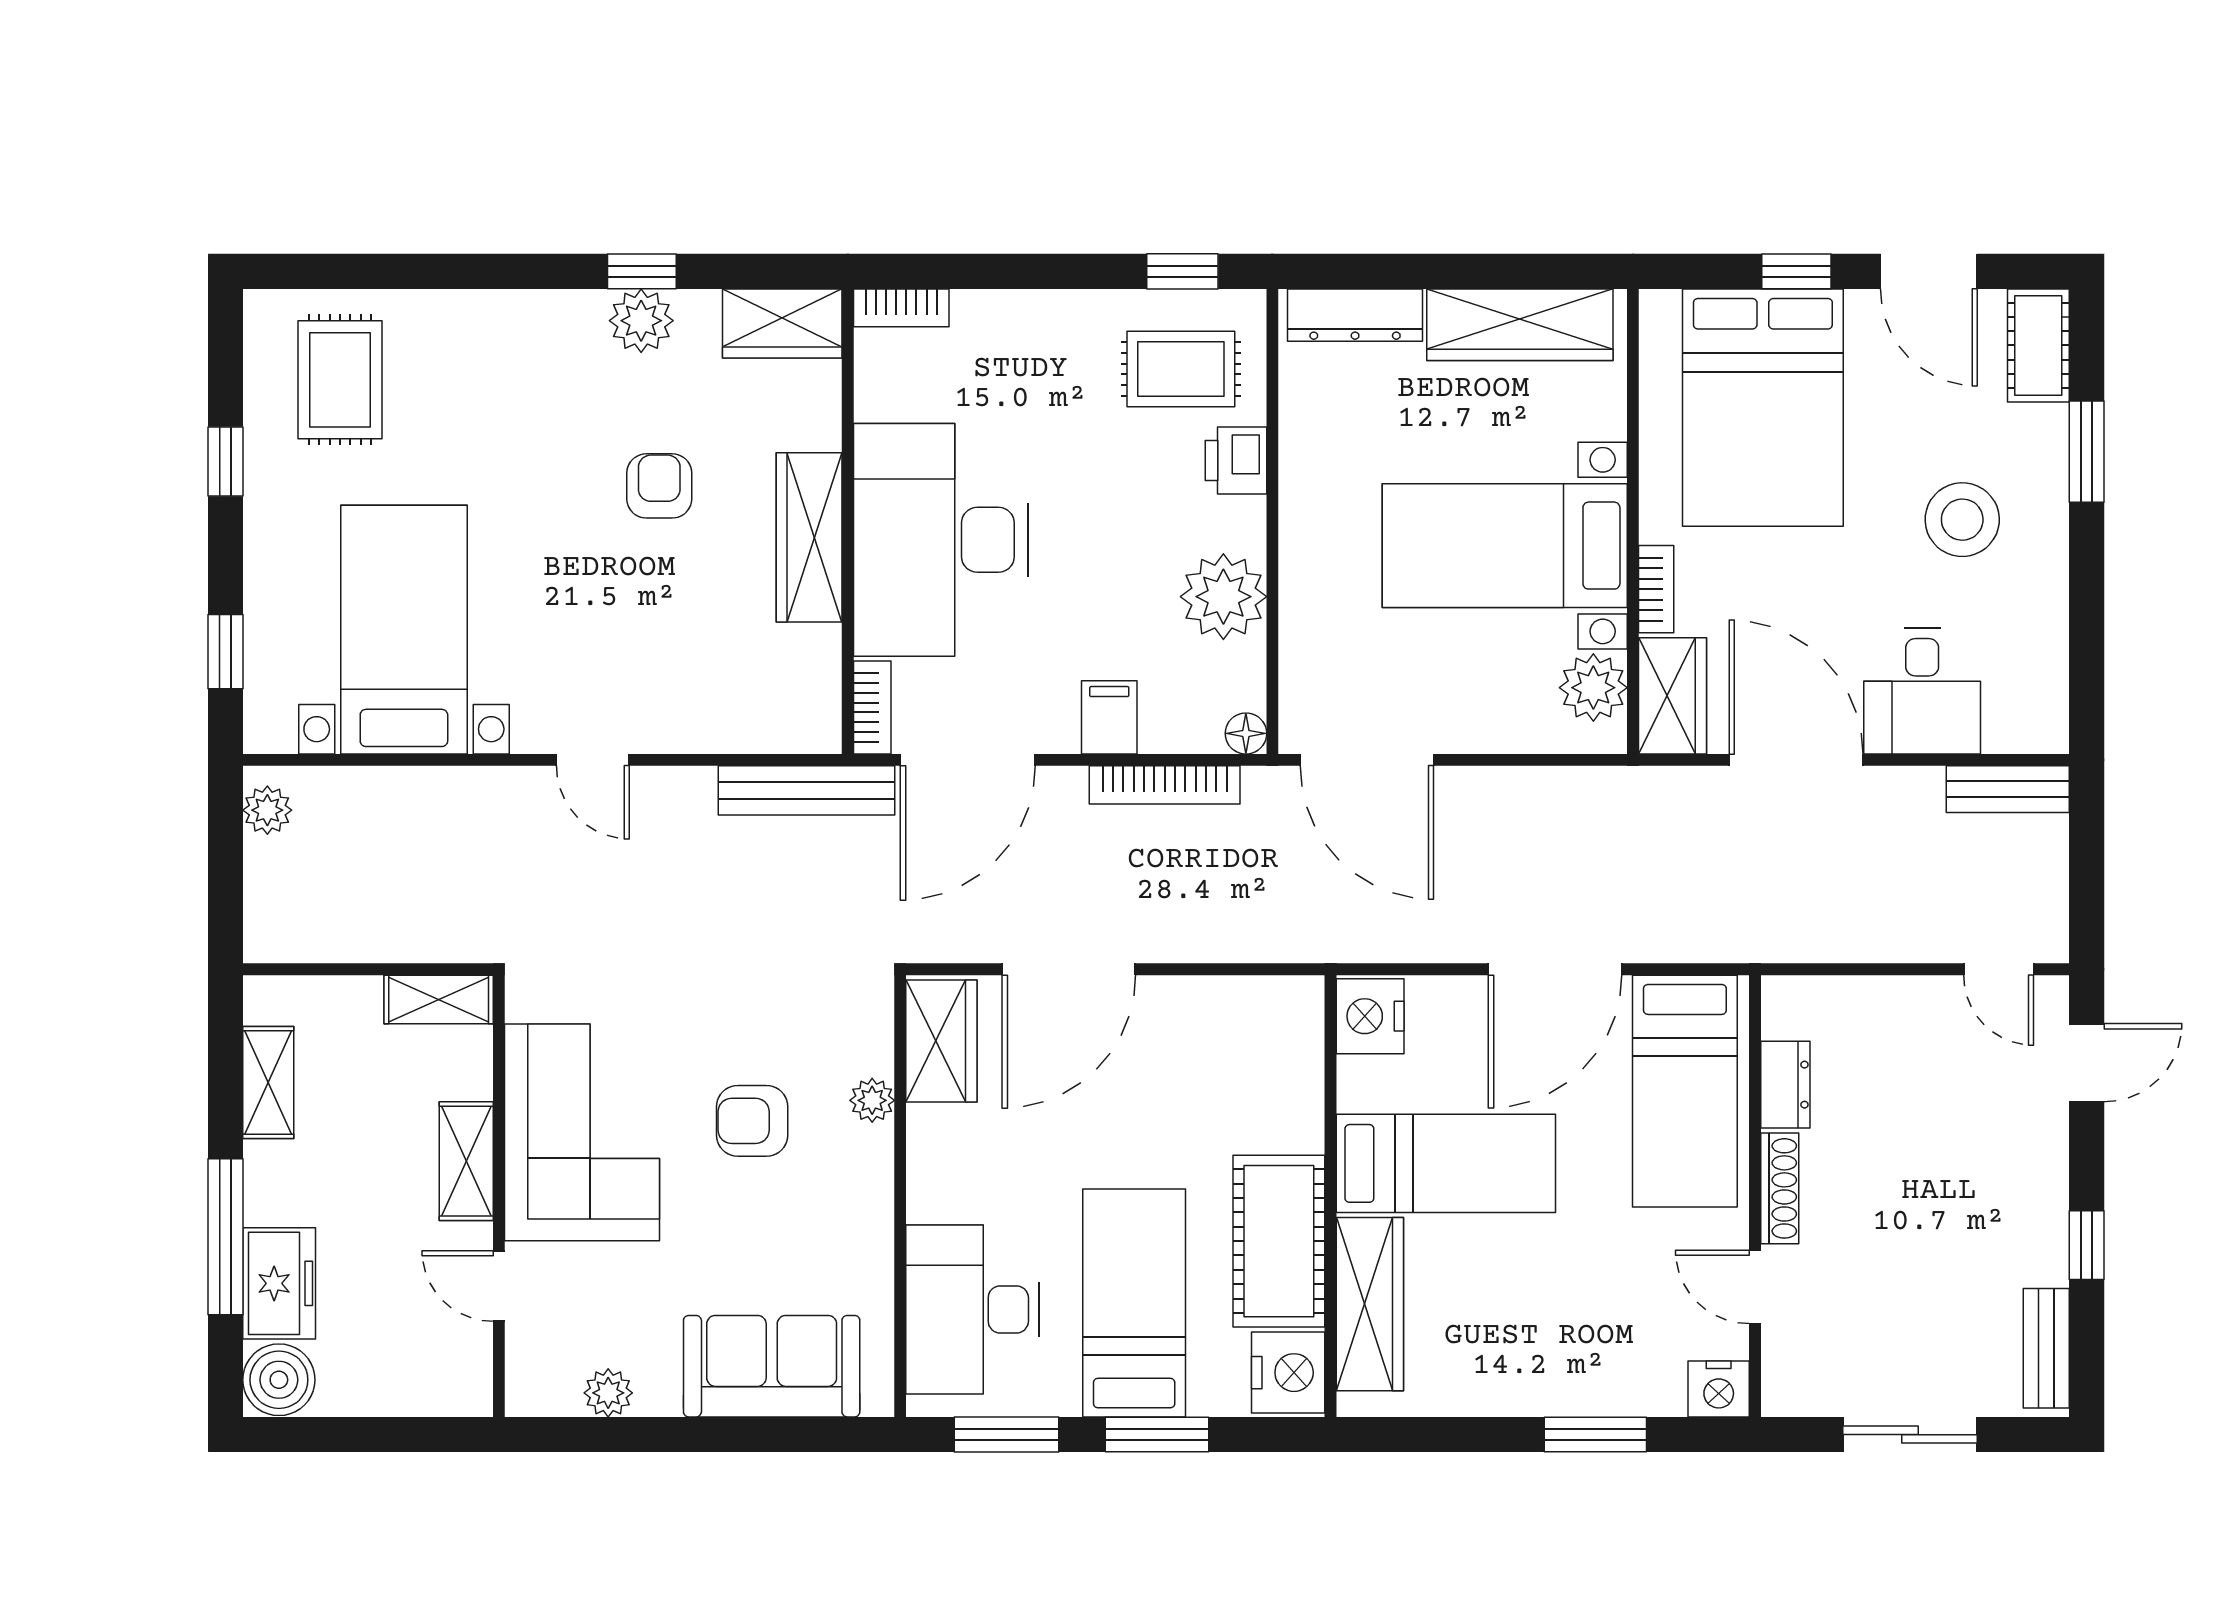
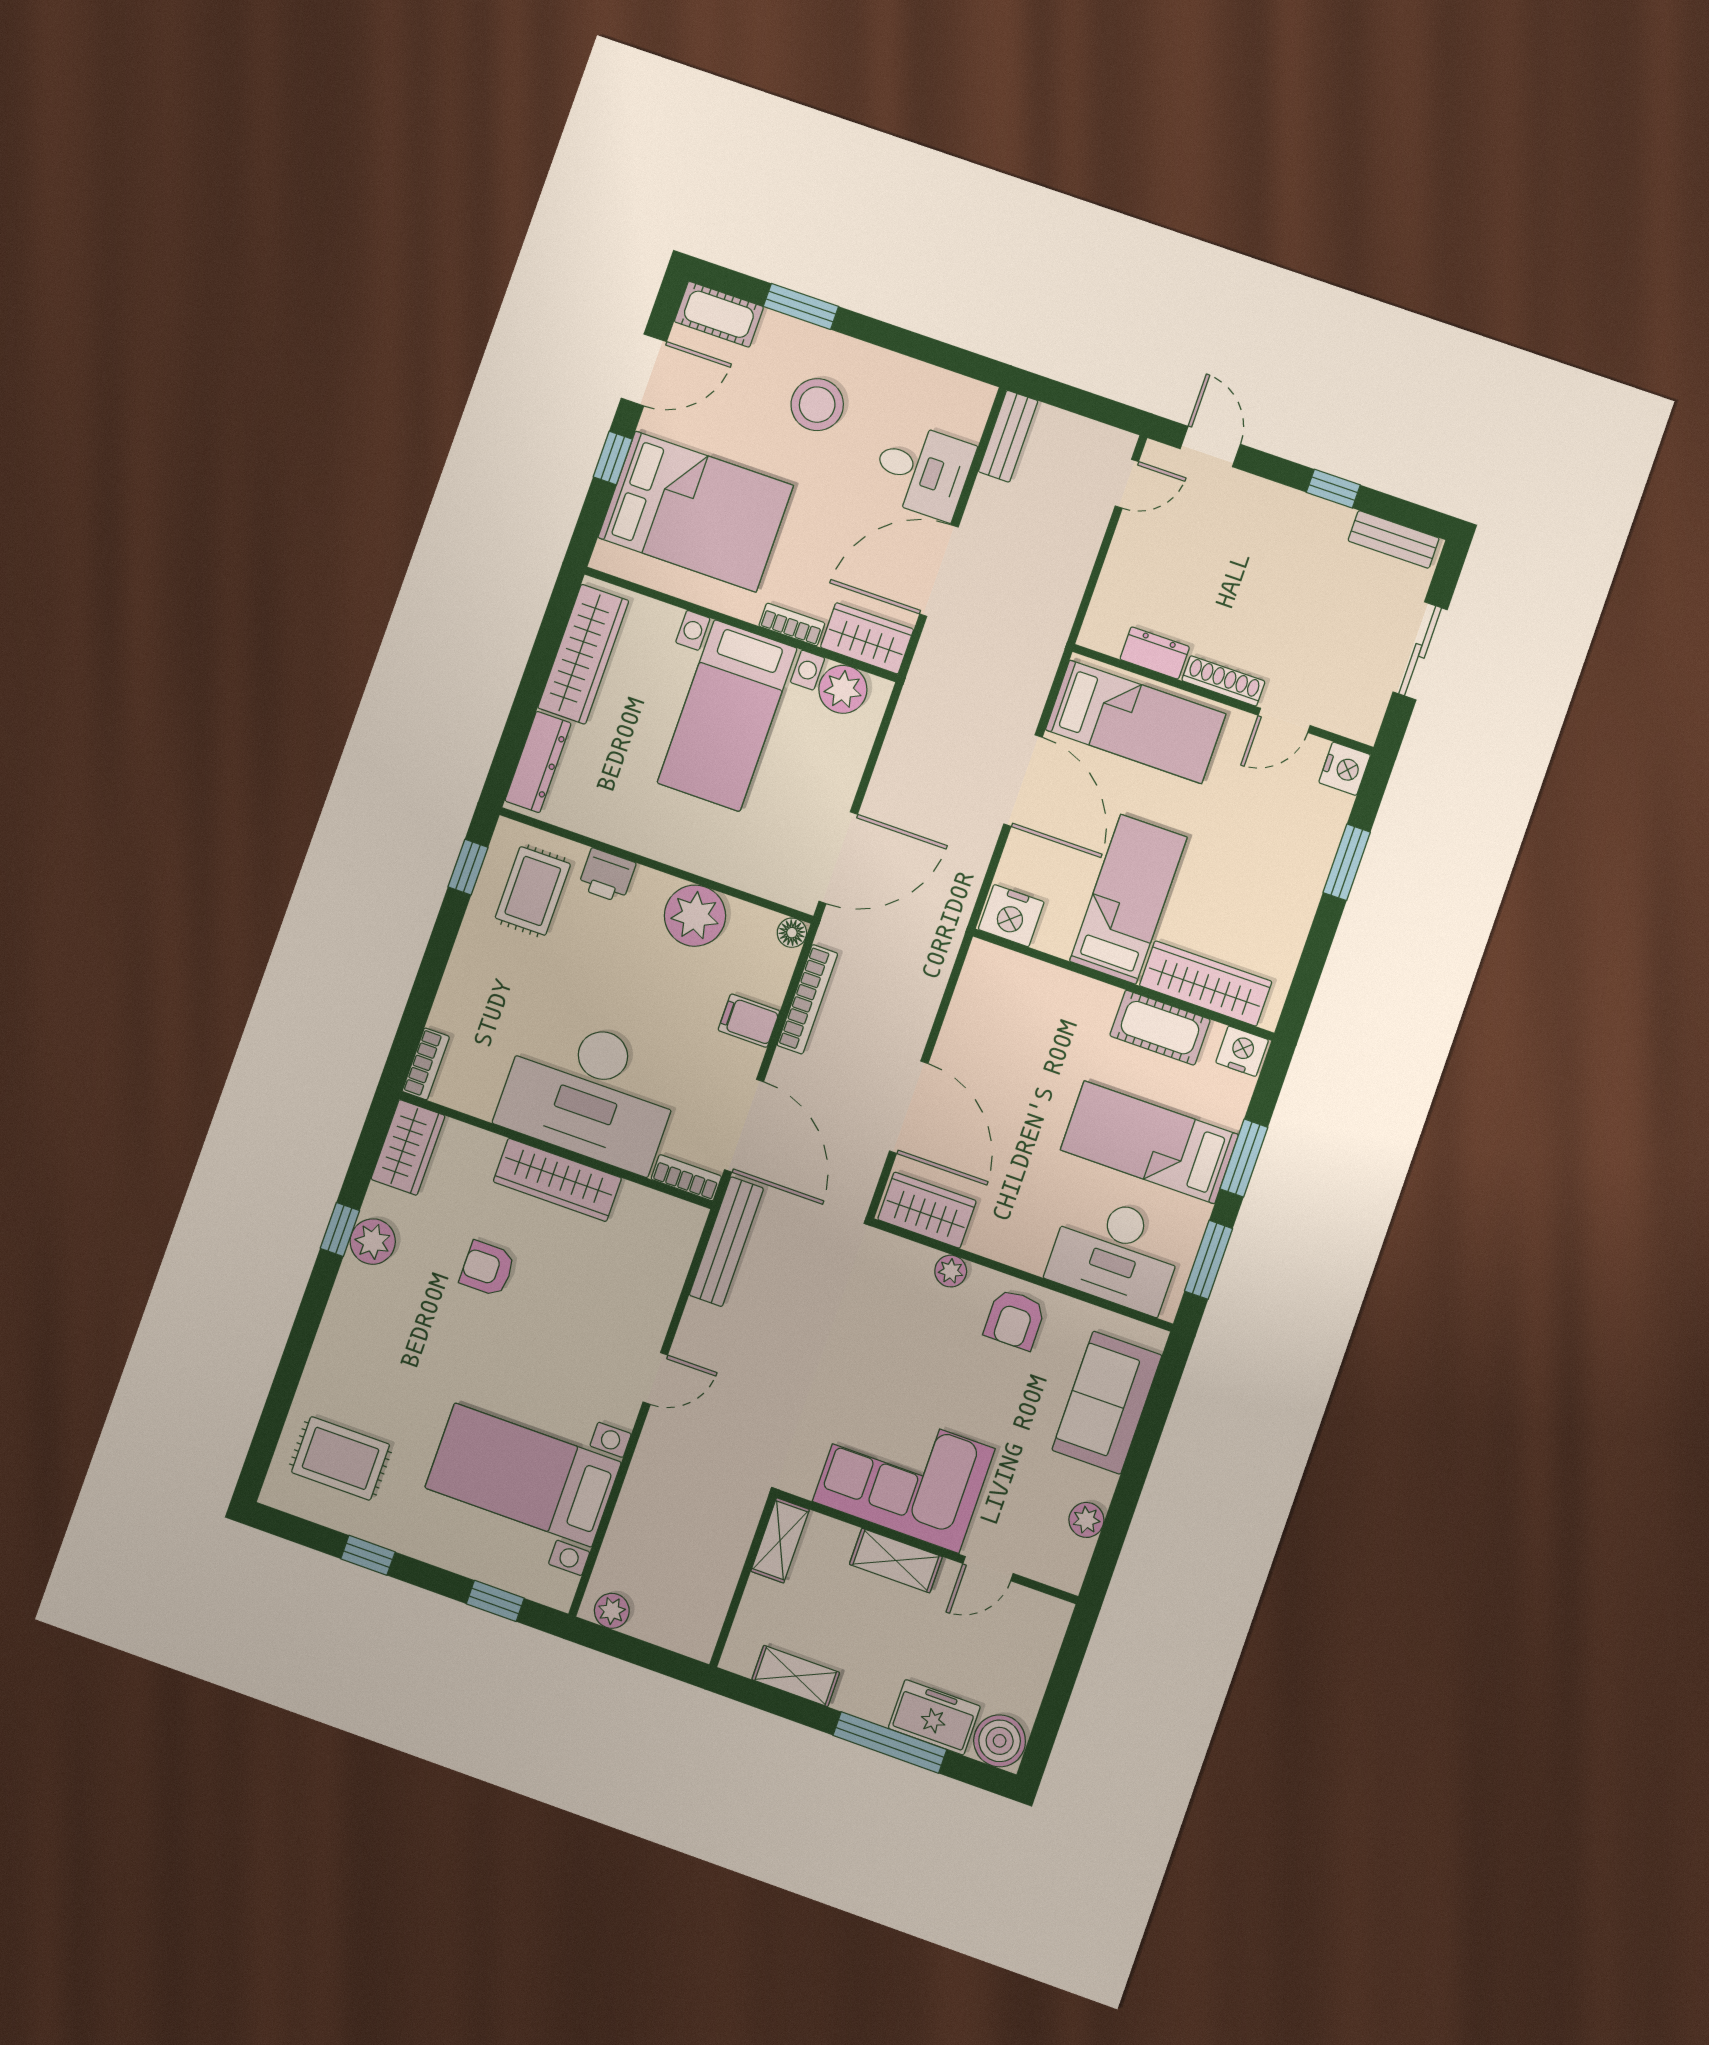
armchair: (752, 1121) -> (1015, 1319), moved
cot: (1279, 1241) -> (1160, 1028), width x0.73, depth x0.75
nightstand: (1288, 1373) -> (1242, 1051), width x0.74, depth x0.75

